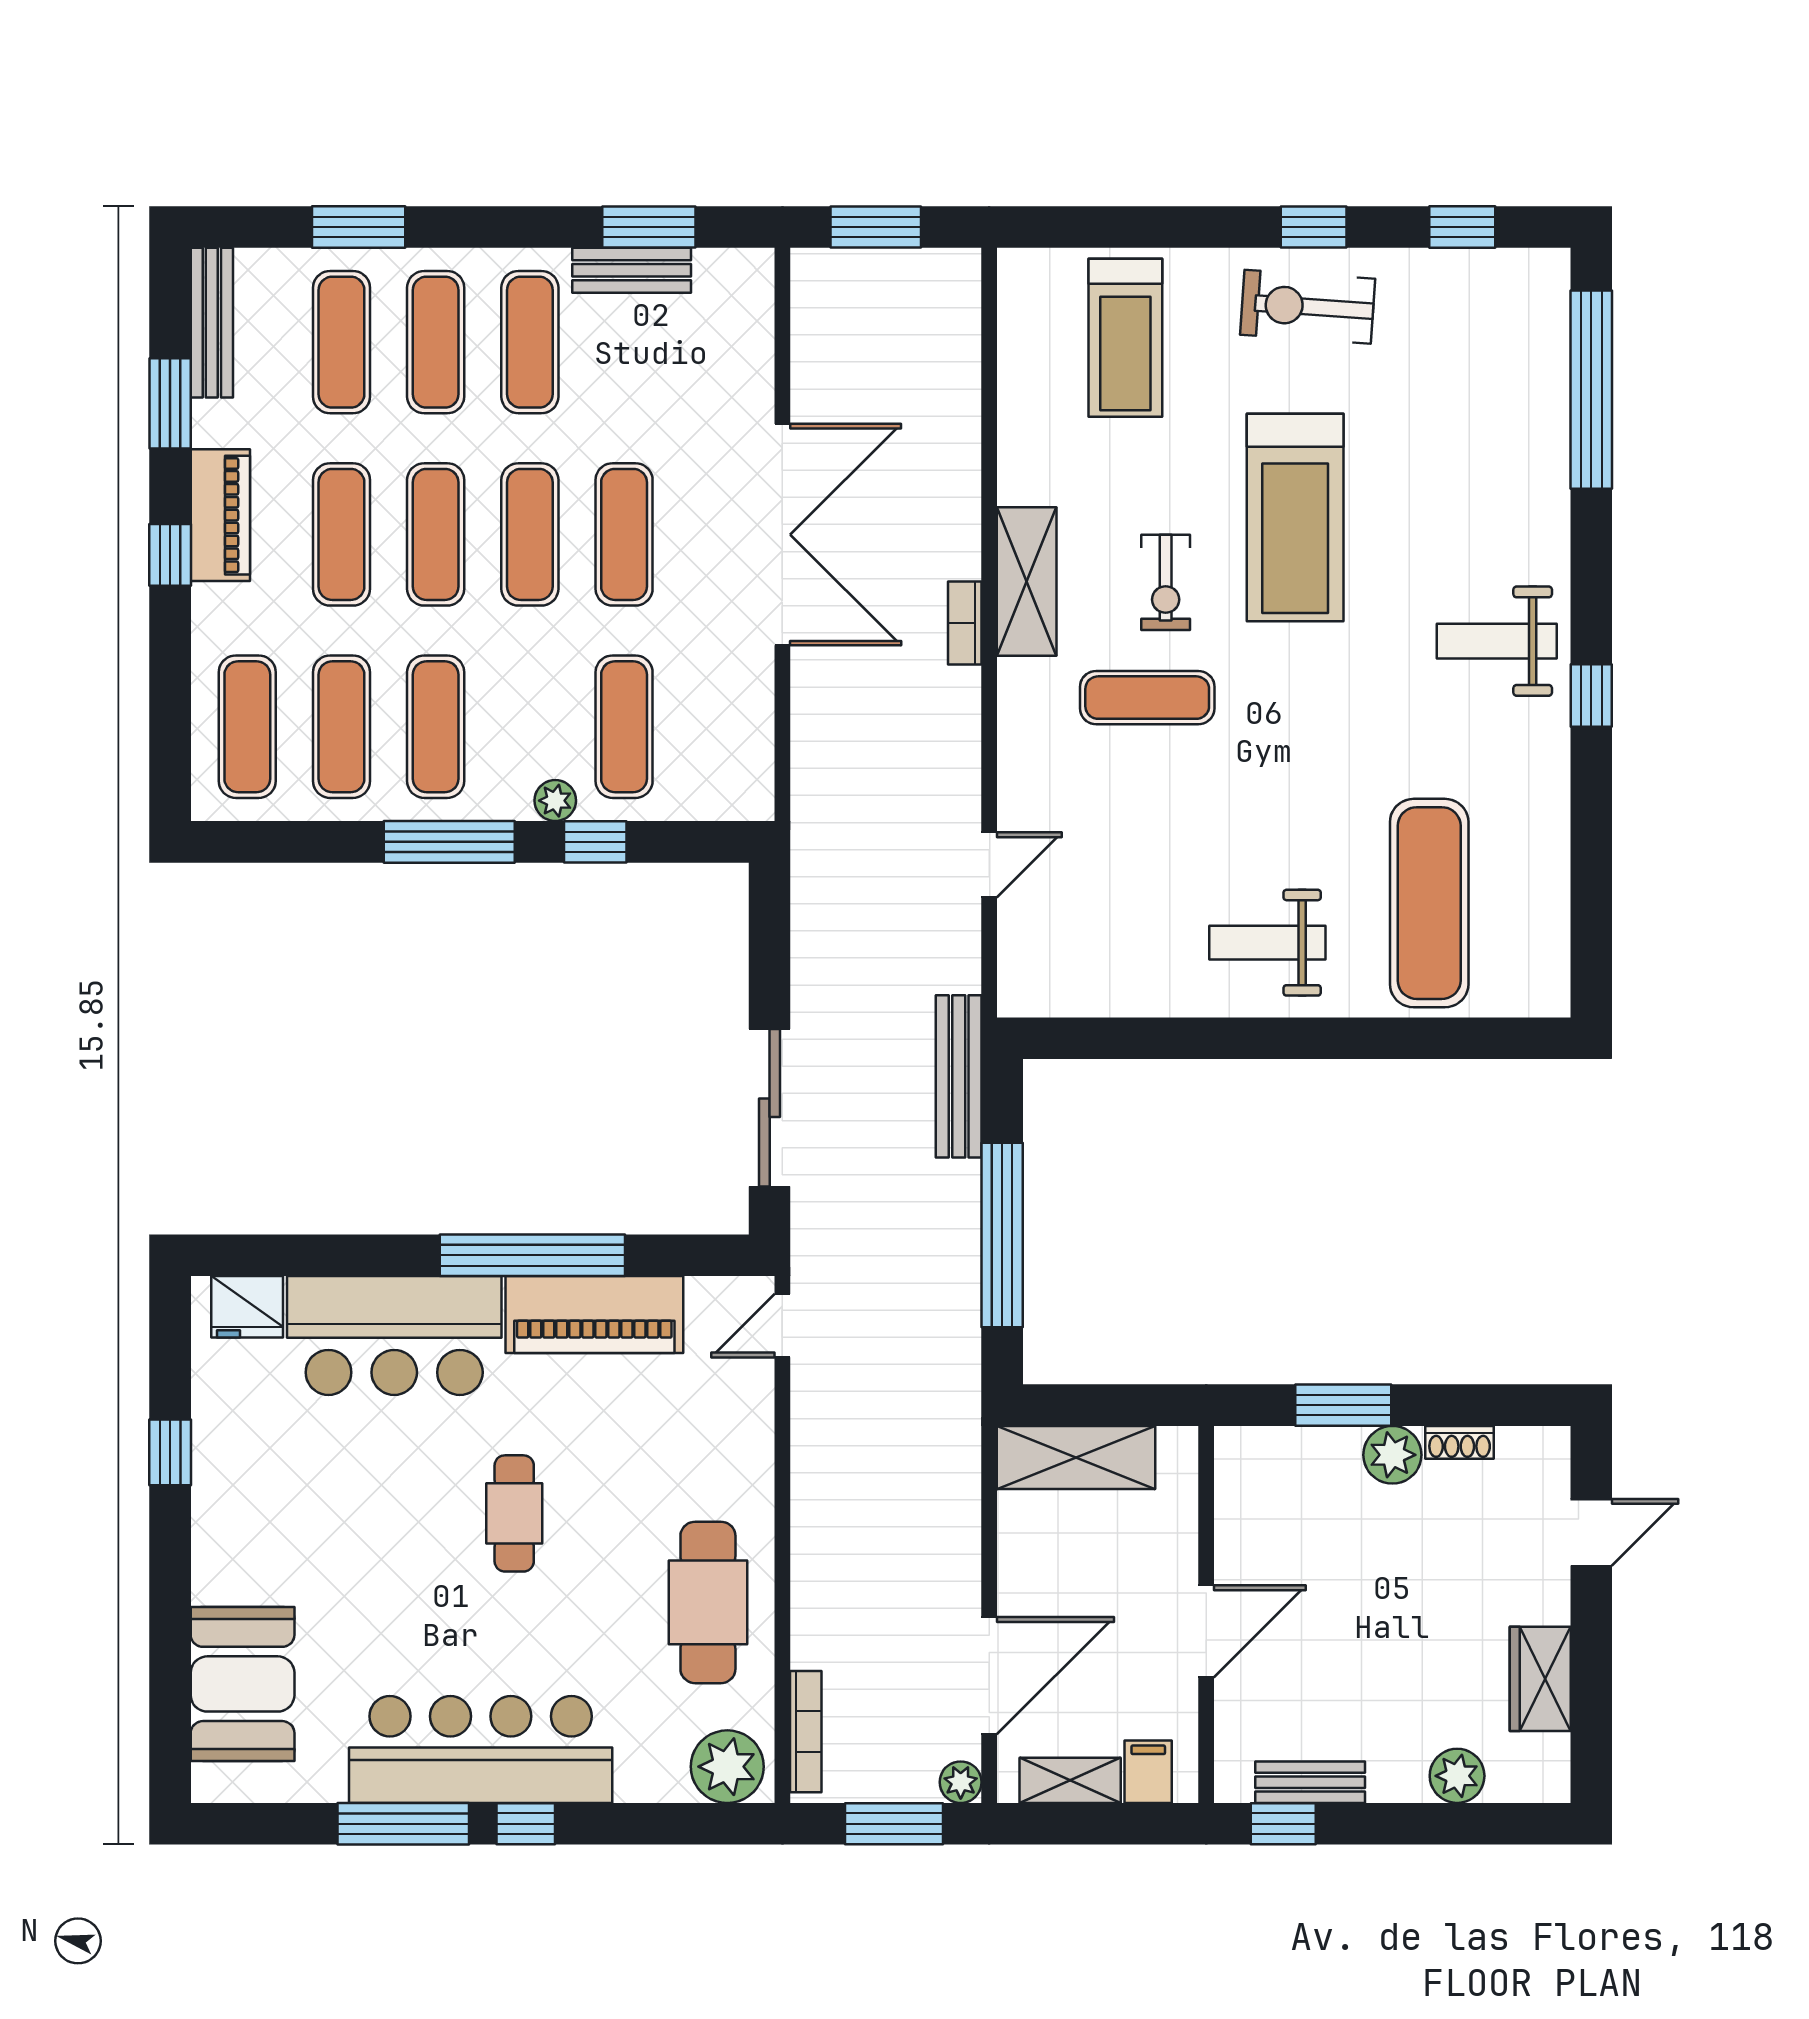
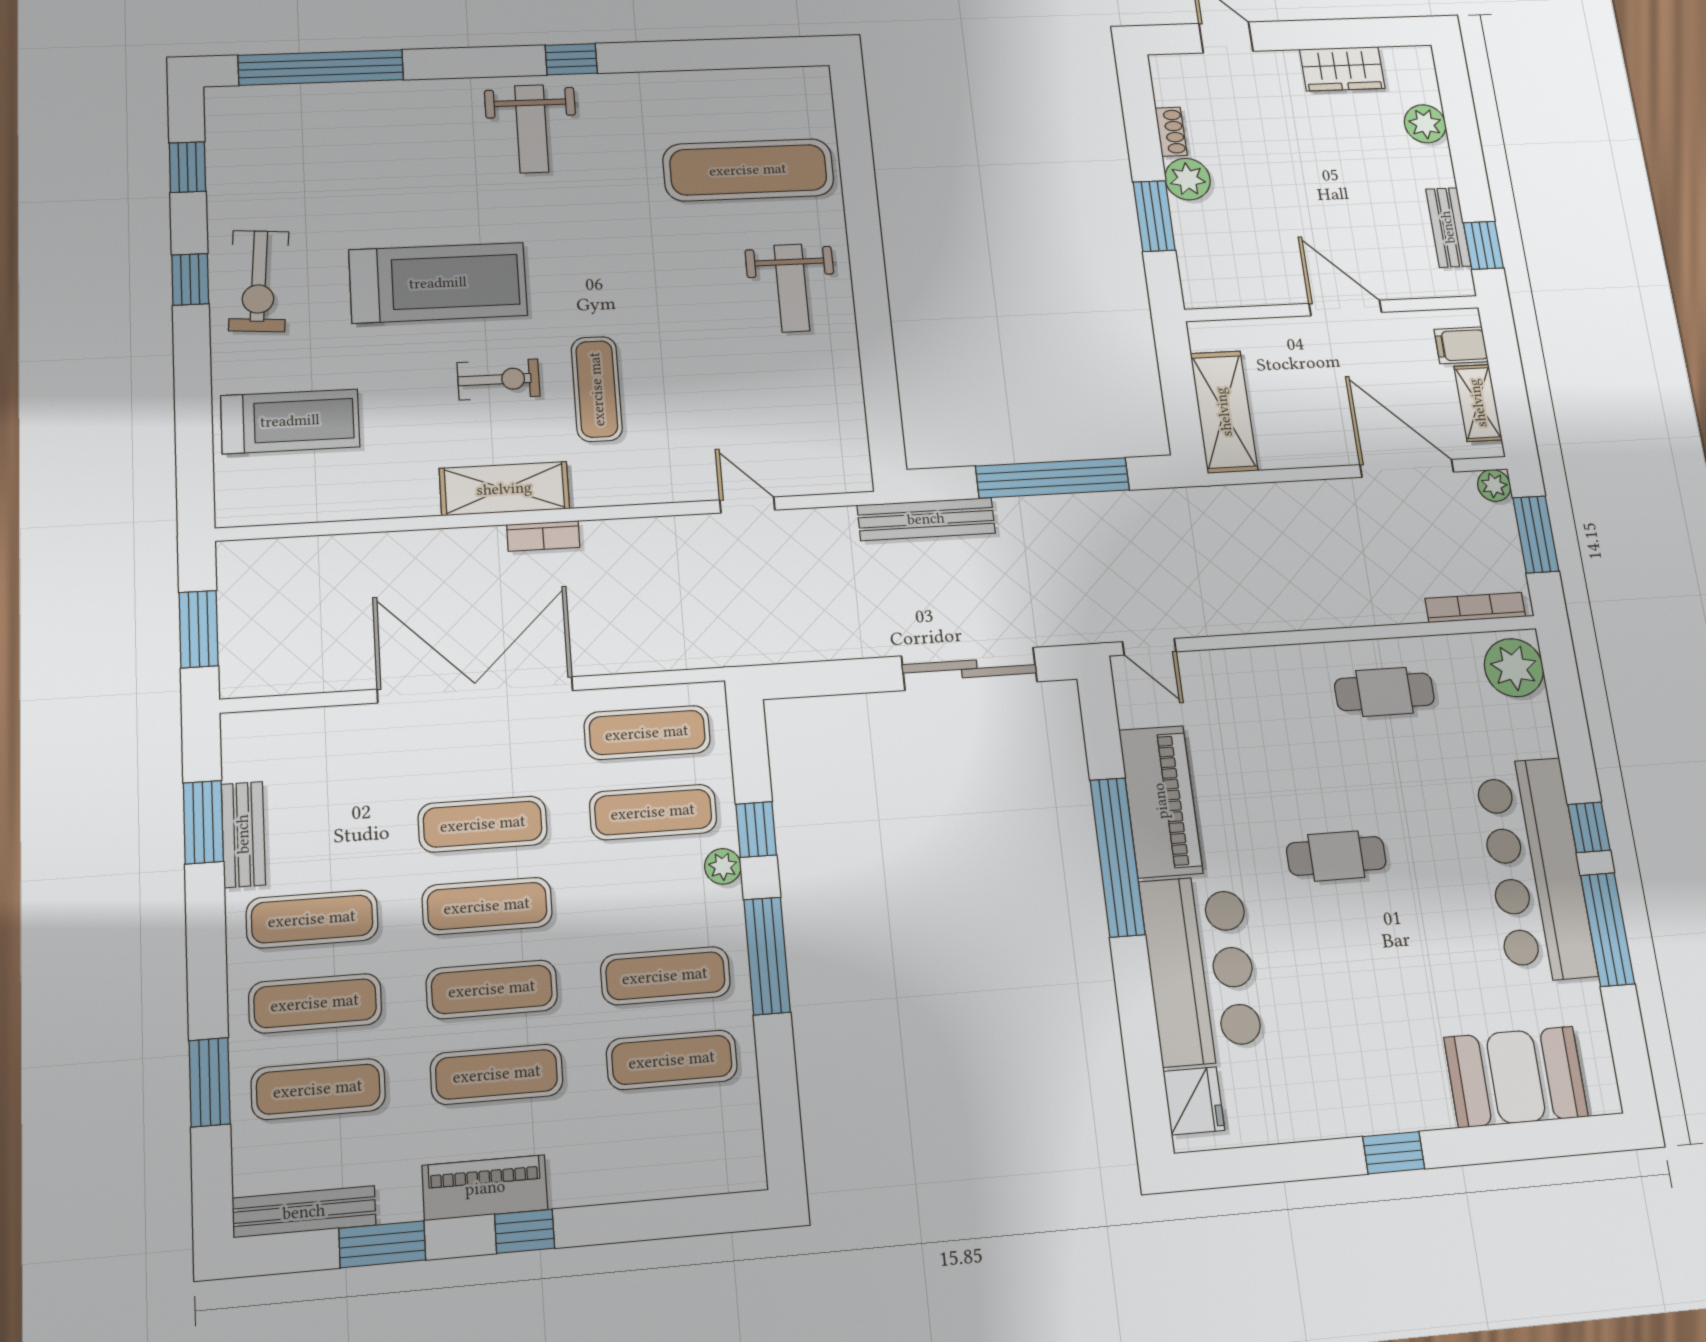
exercise mat: (247, 727) -> (647, 733), moved
window: (170, 1452) -> (1394, 1153), moved
cafe table: (708, 1602) -> (1384, 692), width x0.73, depth x0.74

